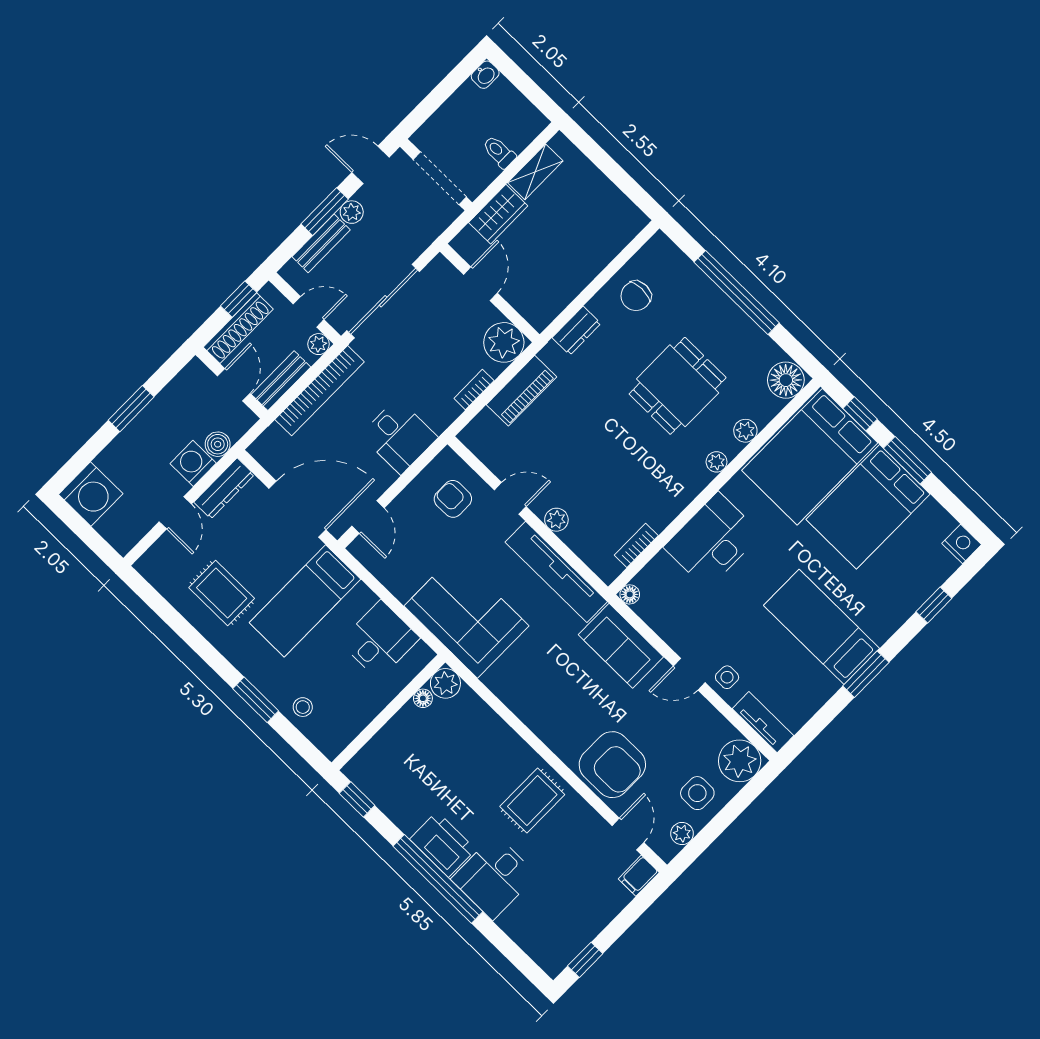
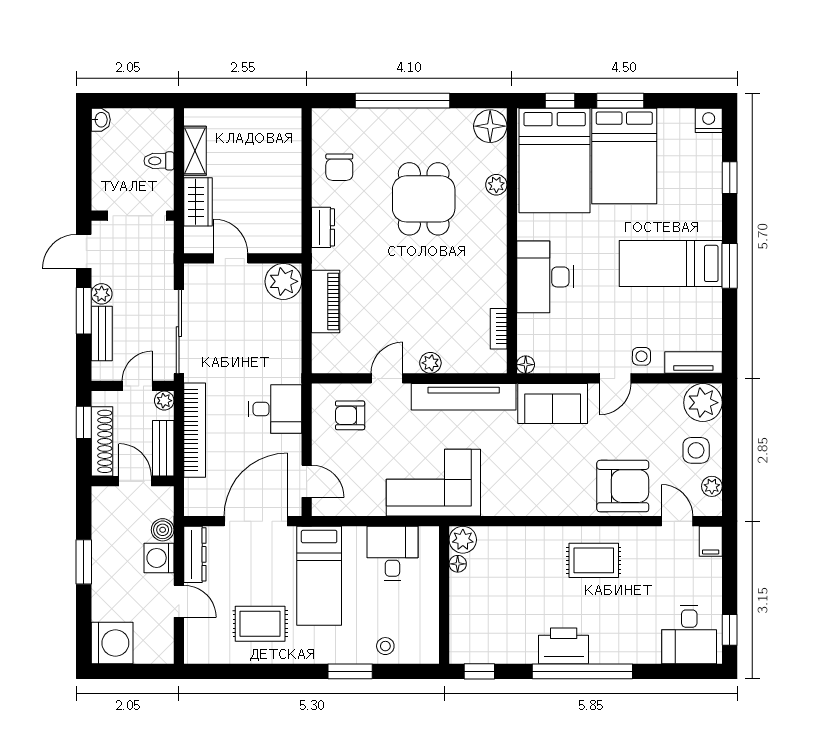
bookcase: (474, 390) -> (294, 331), removed
plant: (717, 462) -> (497, 223), removed
rug: (532, 801) -> (594, 560), turned 90
desk: (494, 877) -> (689, 634), moved

